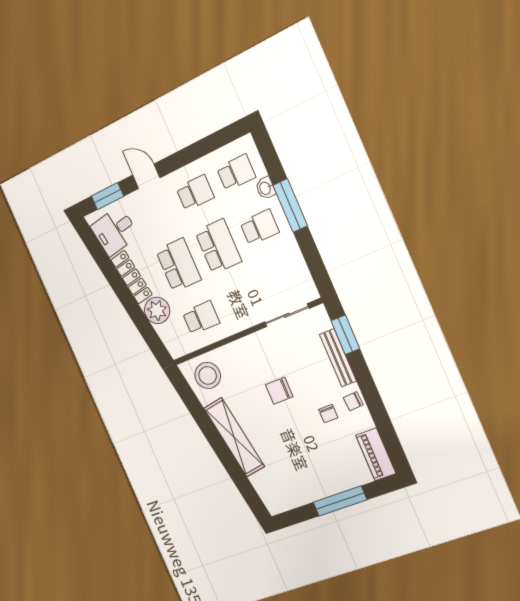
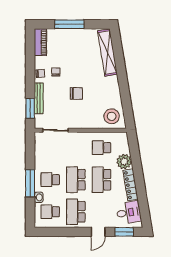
door: (146, 176) -> (98, 232), hinge flipped
school desk: (195, 193) -> (76, 212), width x1.85
shelving: (234, 437) -> (107, 53), moved

